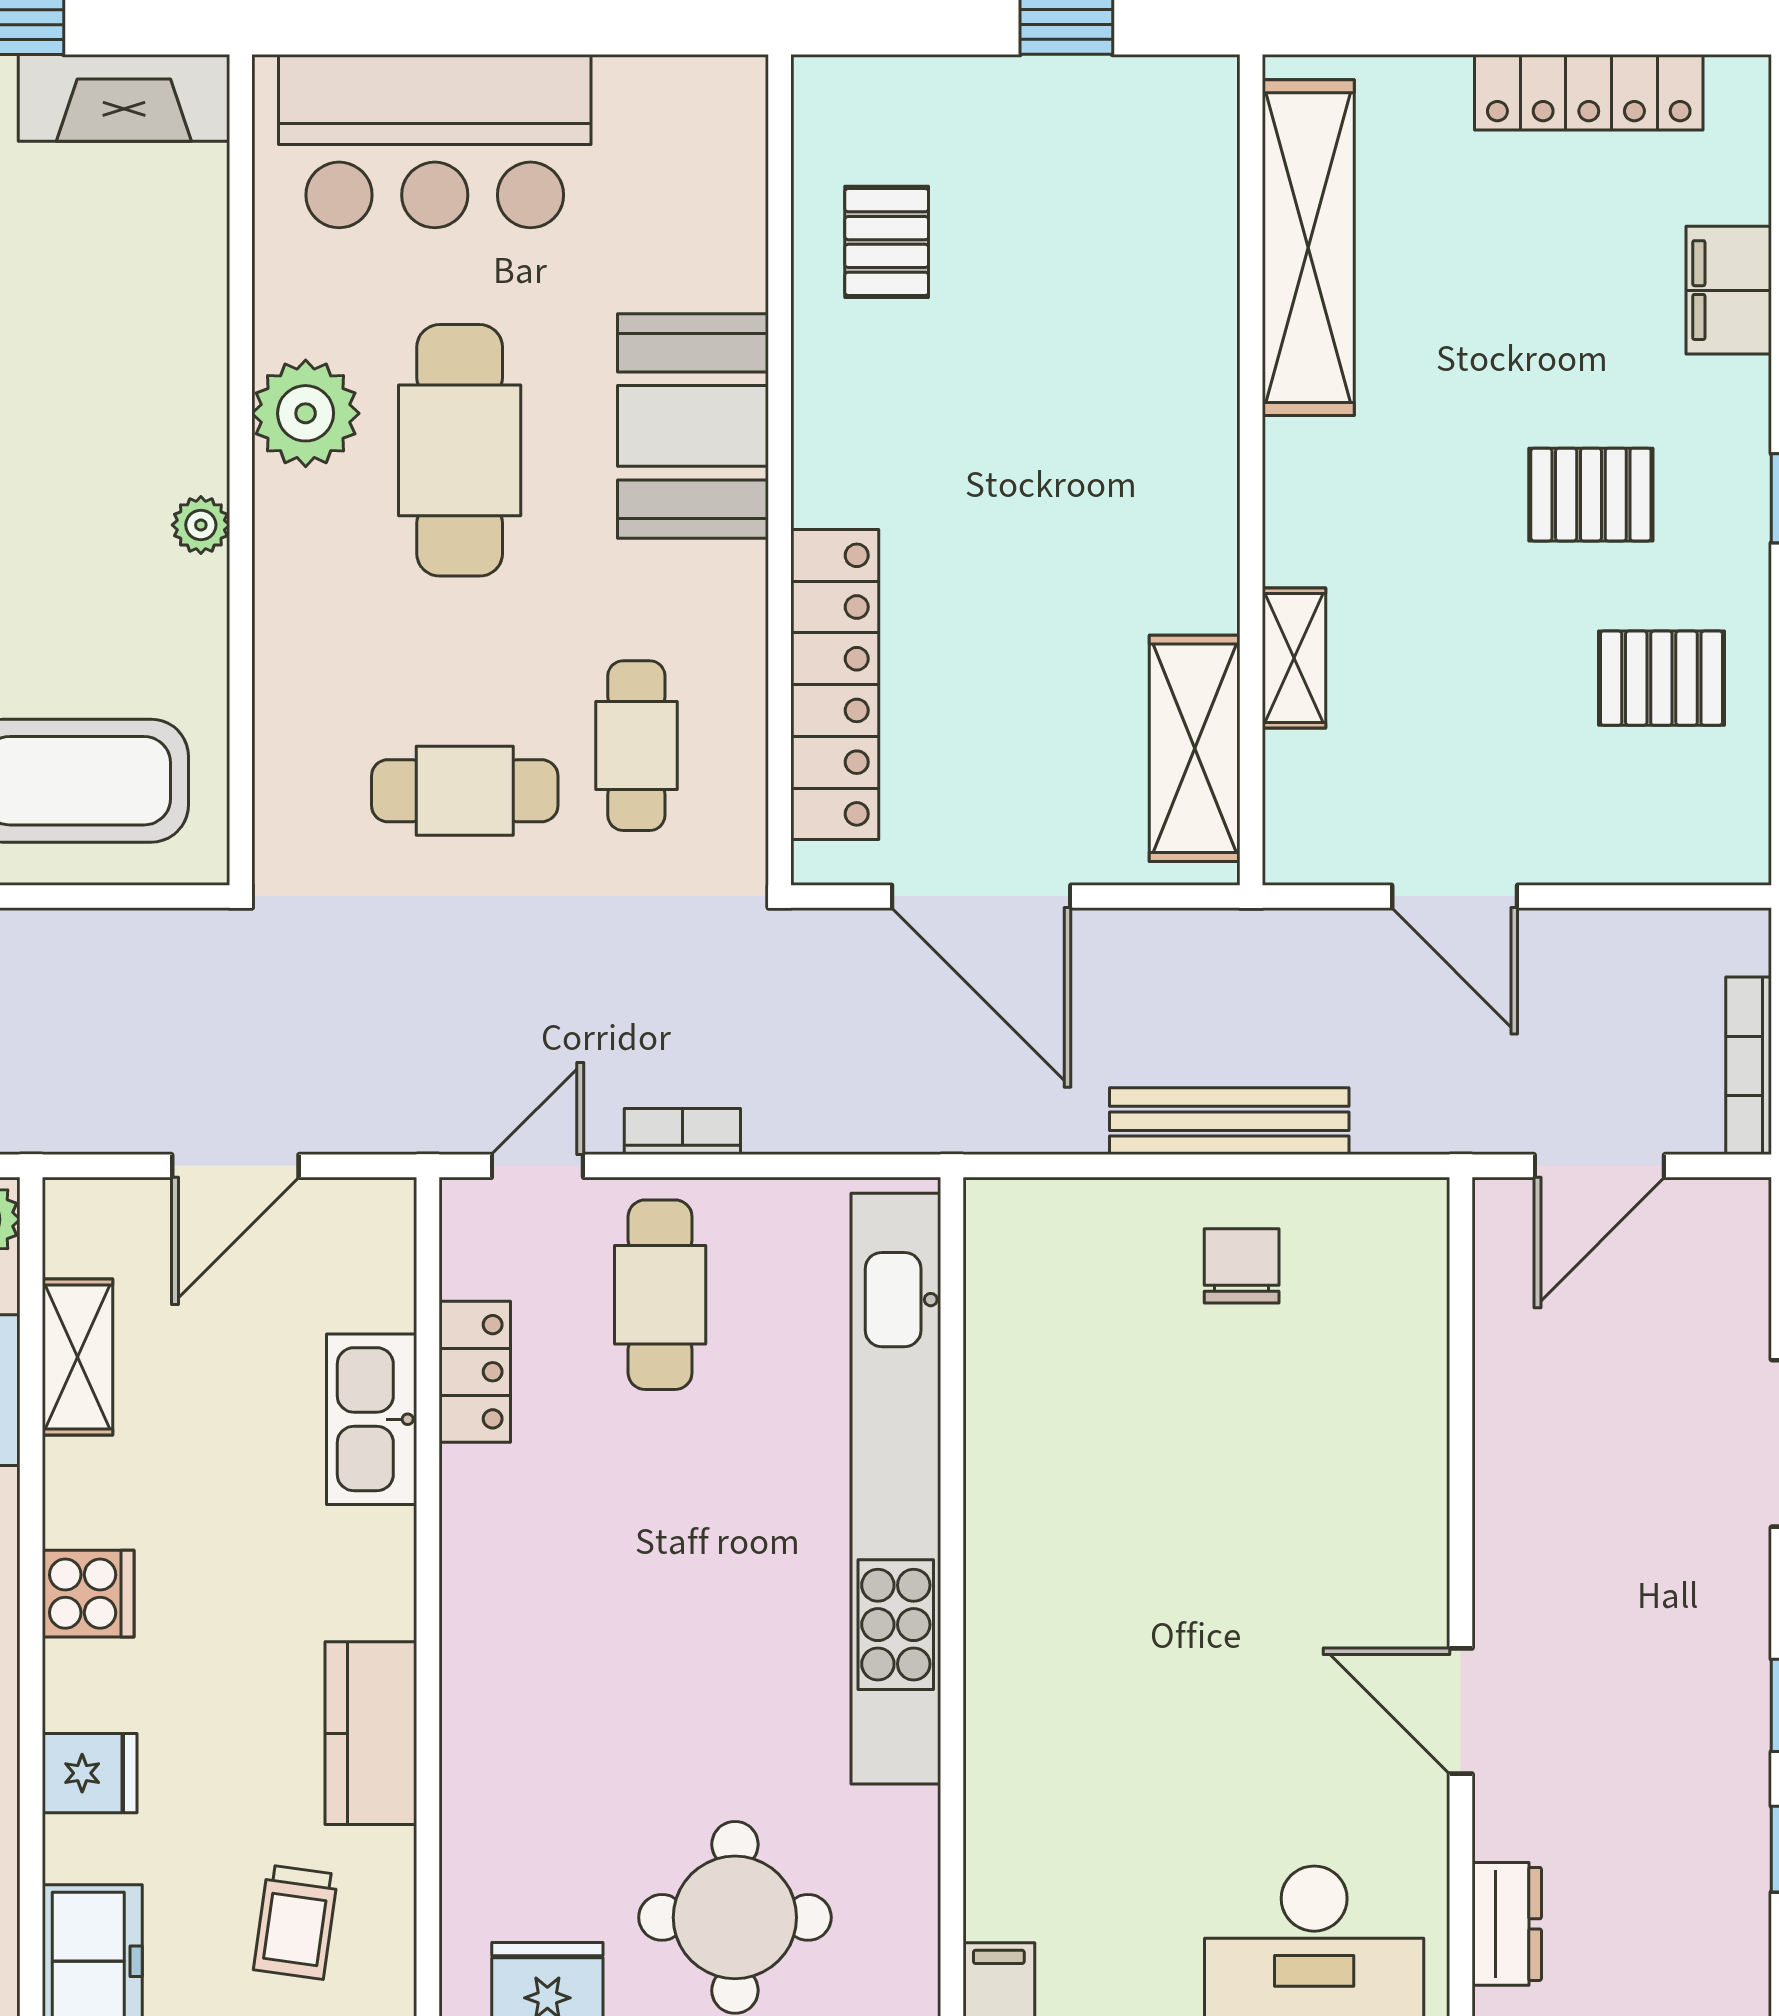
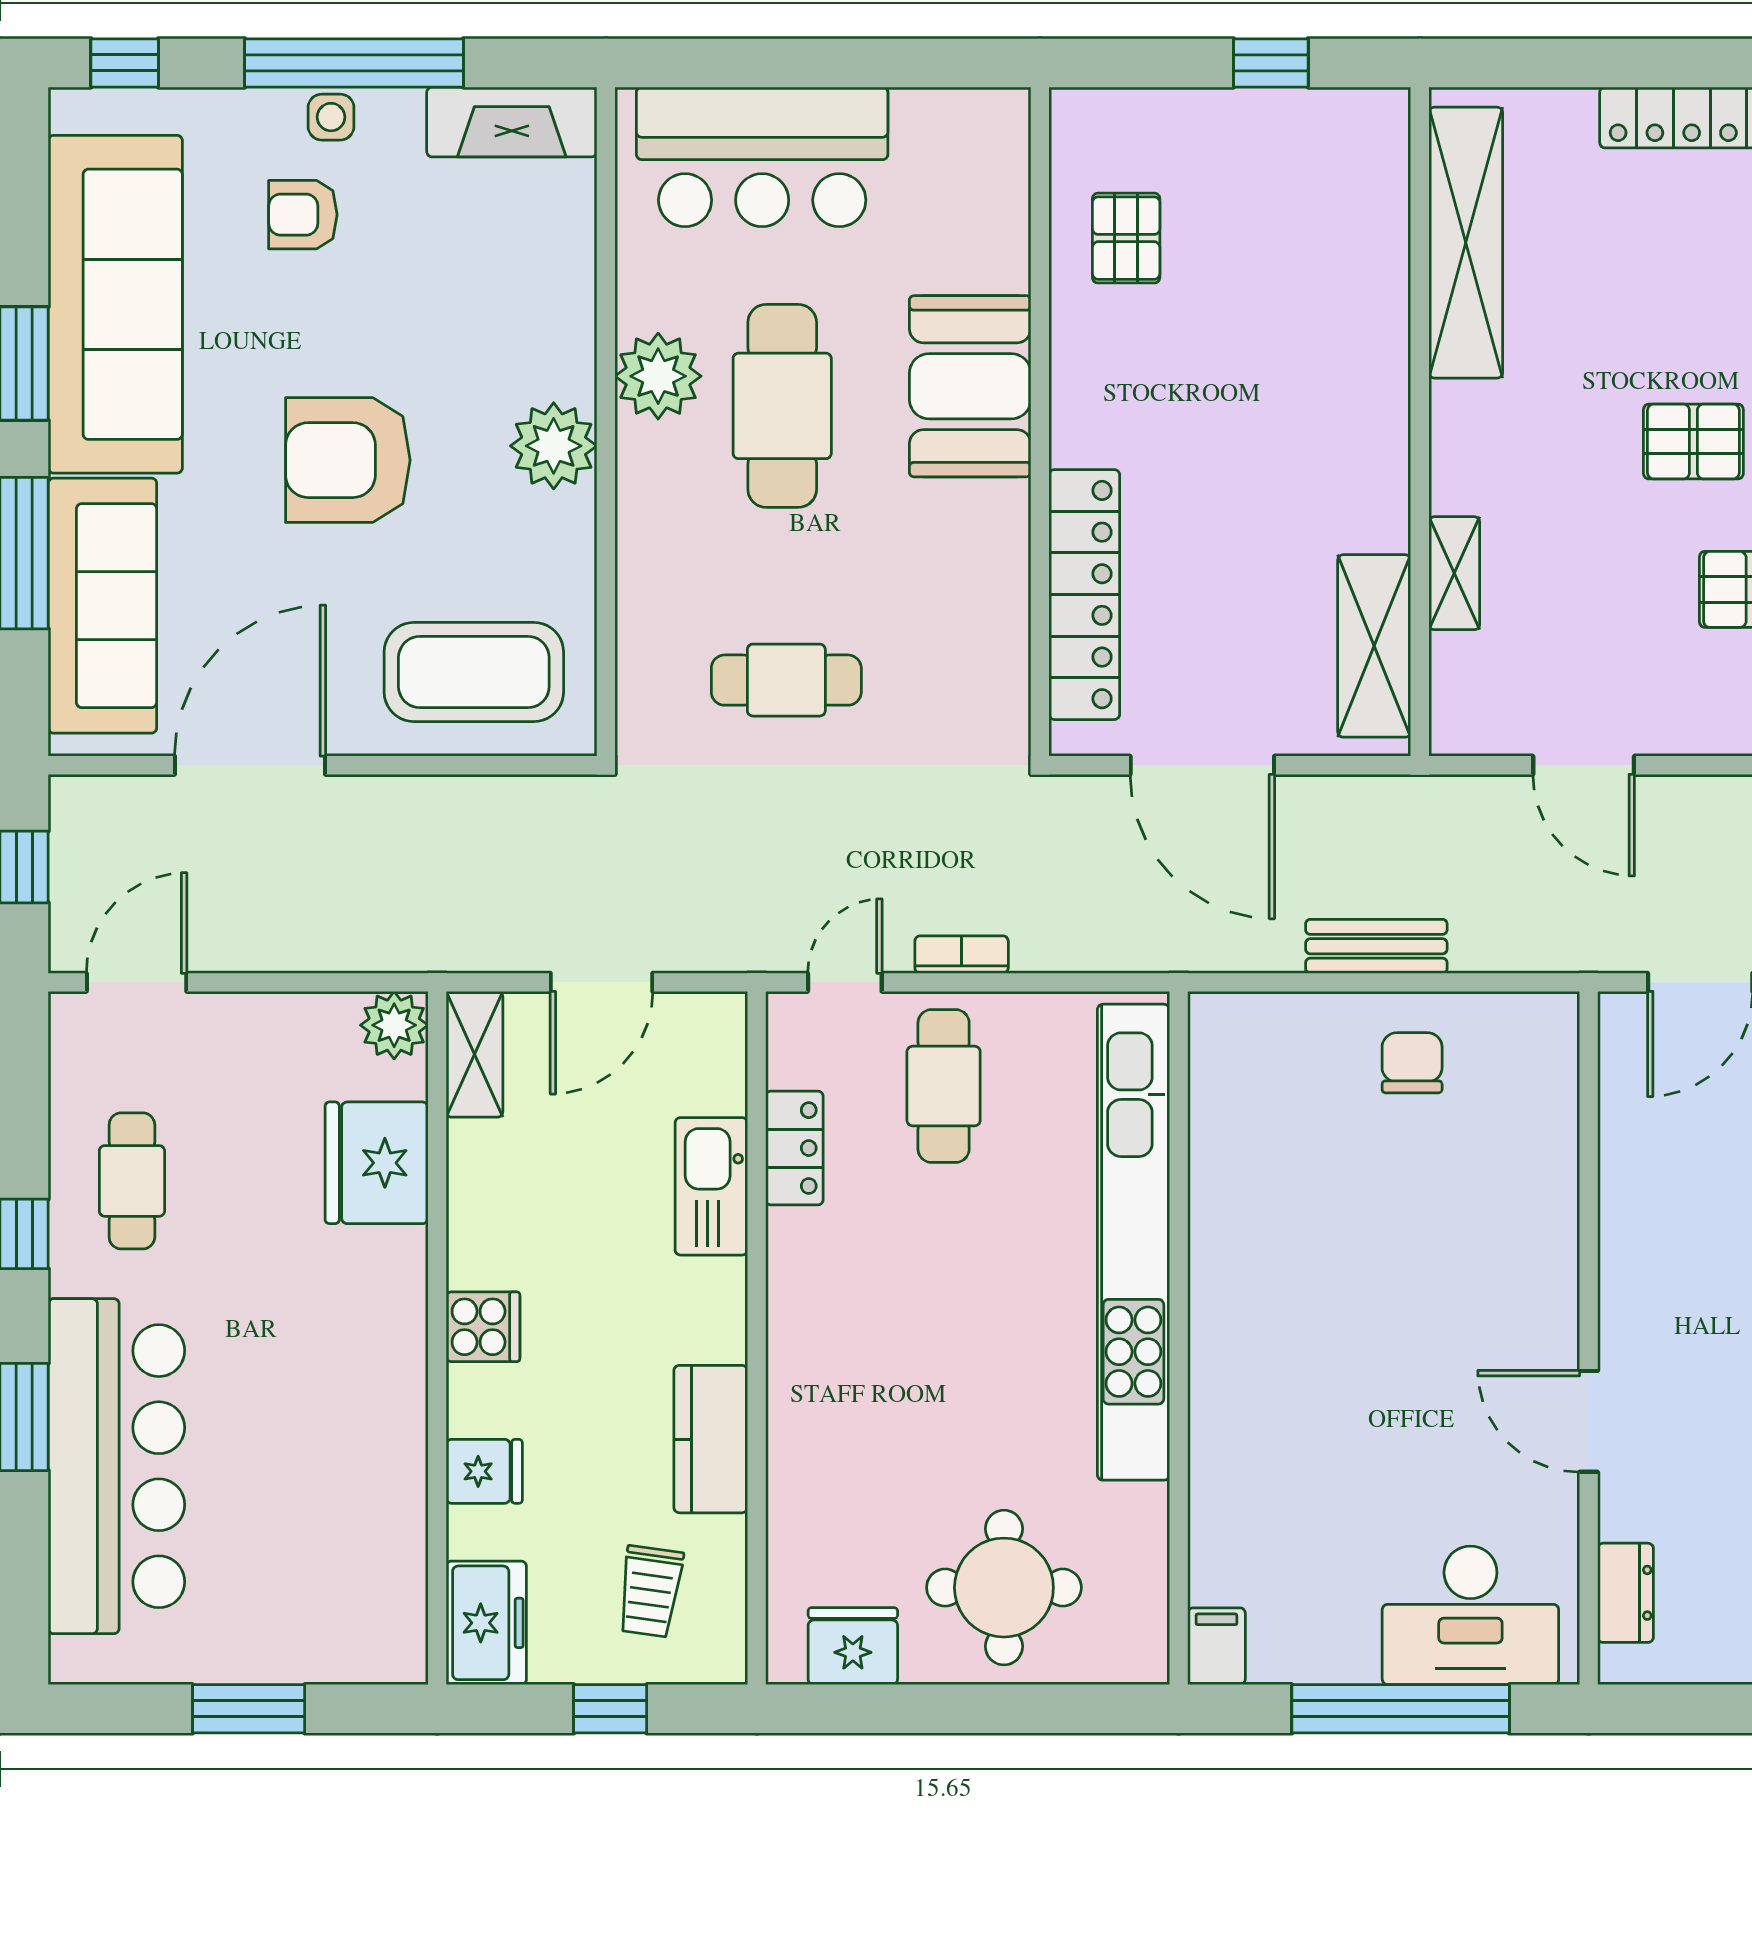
plant: (201, 525) -> (554, 446), width x1.87, depth x1.87
cafe table: (636, 746) -> (925, 644), removed
bench: (1229, 1121) -> (1376, 946), width x0.73
shelving: (78, 1357) -> (474, 1054), moved

